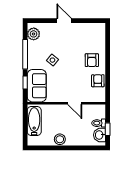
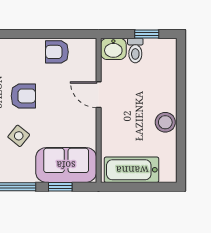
armchair: (92, 60) -> (23, 96), moved
door: (75, 103) -> (99, 95), swing flipped
washbasin: (100, 135) -> (113, 49), moved

